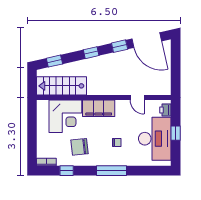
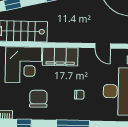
chair: (80, 147) -> (38, 99), turned 96

